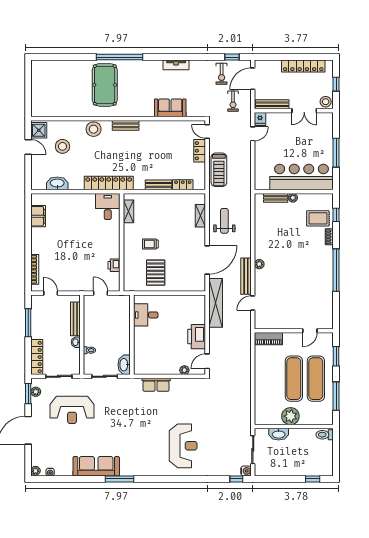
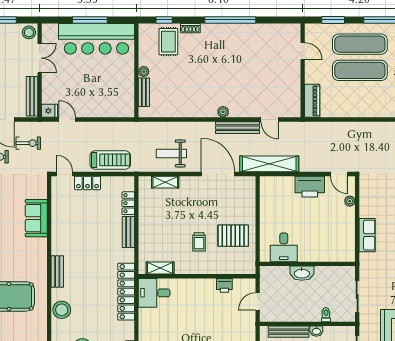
door: (207, 131) -> (64, 174), swing flipped
bar counter: (301, 177) -> (96, 39), moved, turned -90
washbasin: (124, 365) -> (302, 273), moved

